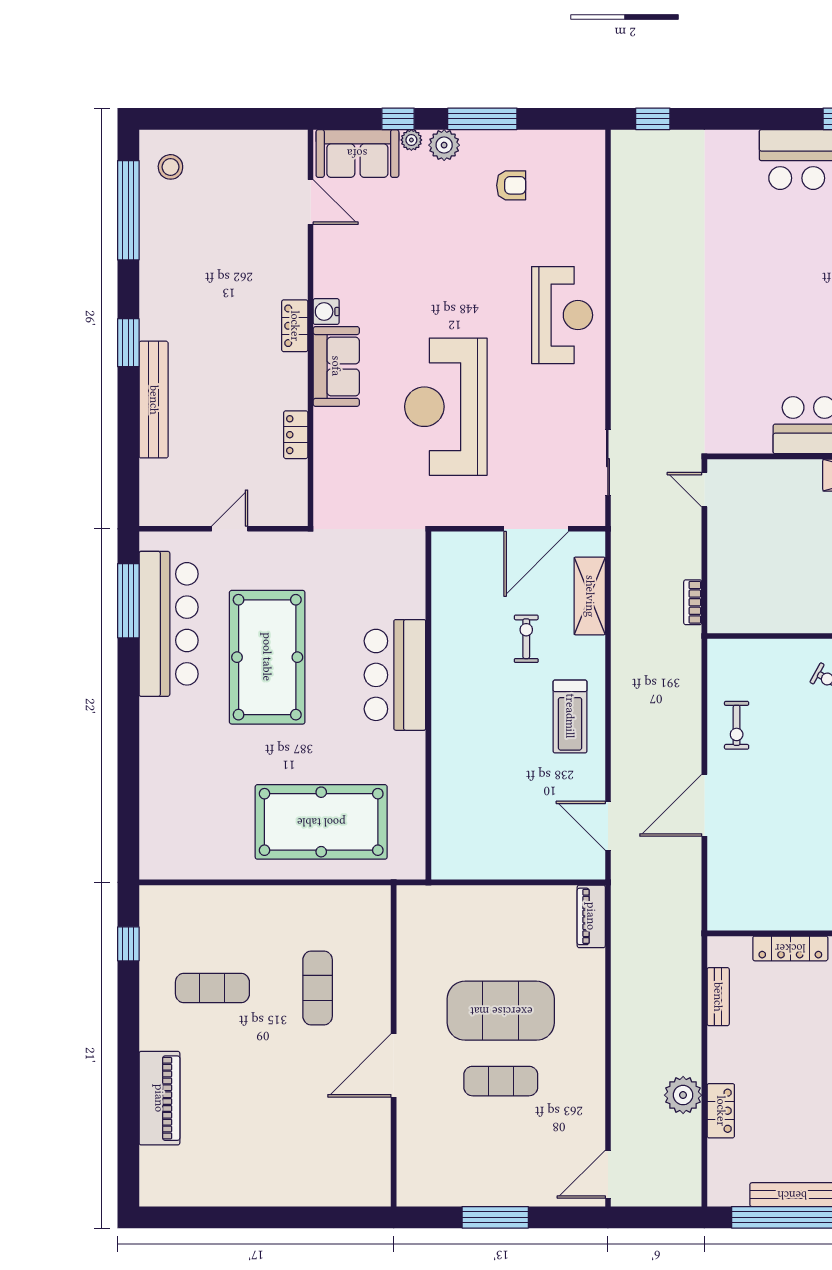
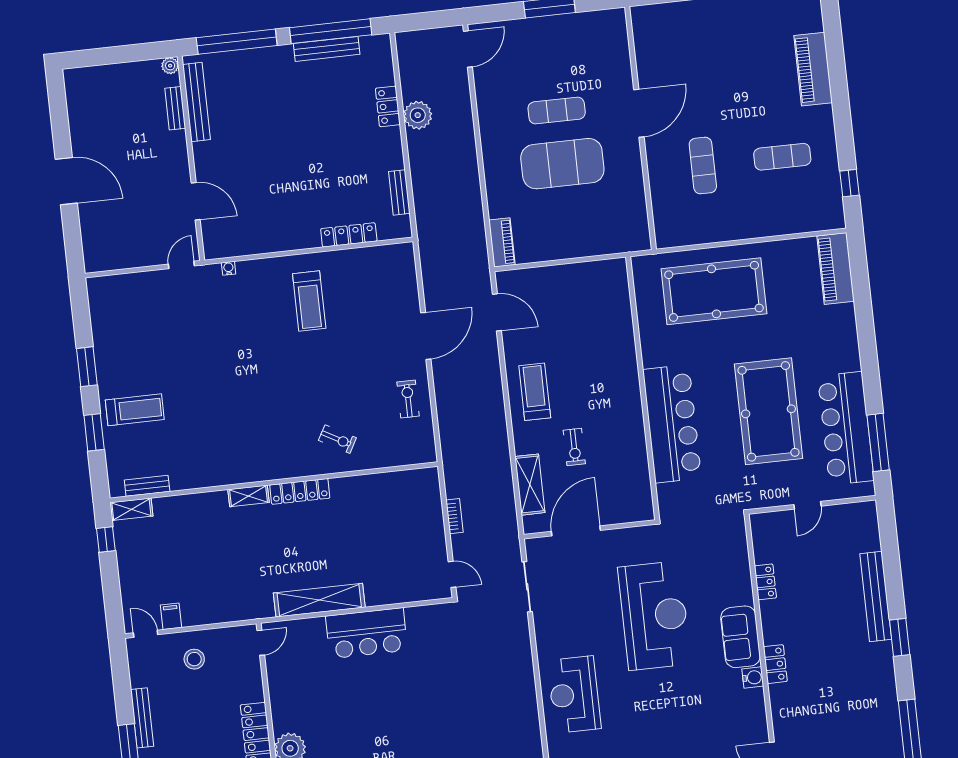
bookcase: (693, 602) -> (455, 516), moved
bar counter: (395, 675) -> (672, 424), width x1.36
piano: (159, 834) -> (836, 269), added

